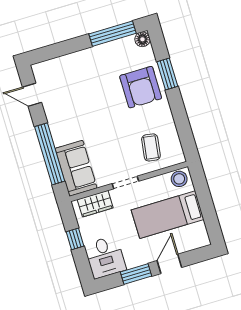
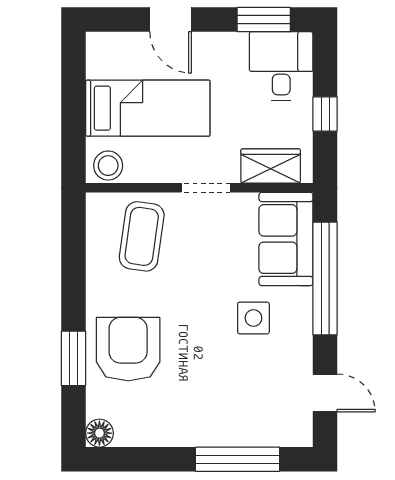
window: (112, 34) -> (238, 459), moved
side table: (81, 123) -> (253, 318), added
coffee table: (151, 147) -> (142, 236), width x1.36, depth x1.30
door: (169, 264) -> (171, 20), hinge flipped
window: (136, 274) -> (264, 20), moved

